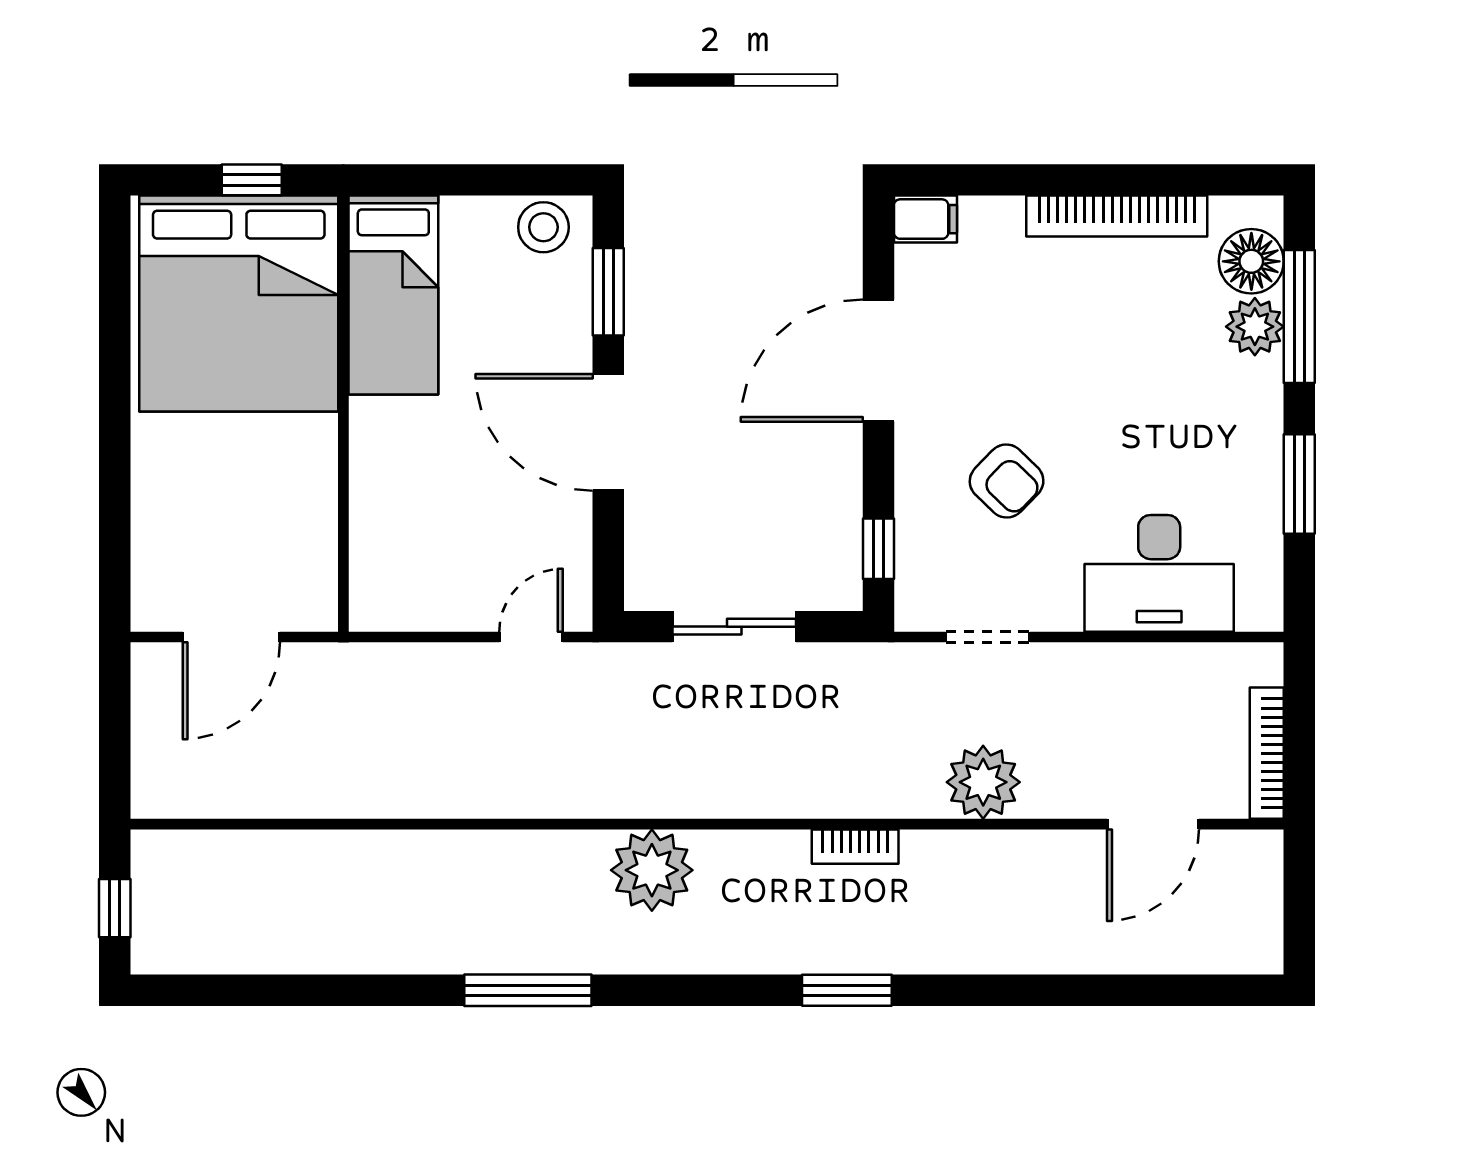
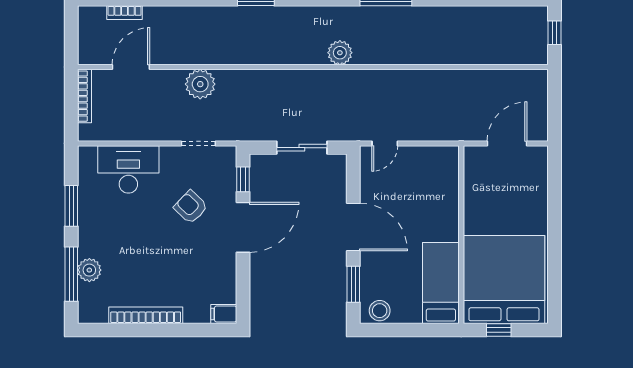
floor lamp: (1251, 261) -> (91, 297), removed
door: (878, 361) -> (243, 227), moved
bookcase: (855, 847) -> (125, 13), moved, turned 180
plant: (652, 870) -> (340, 53), width x0.73, depth x0.73

